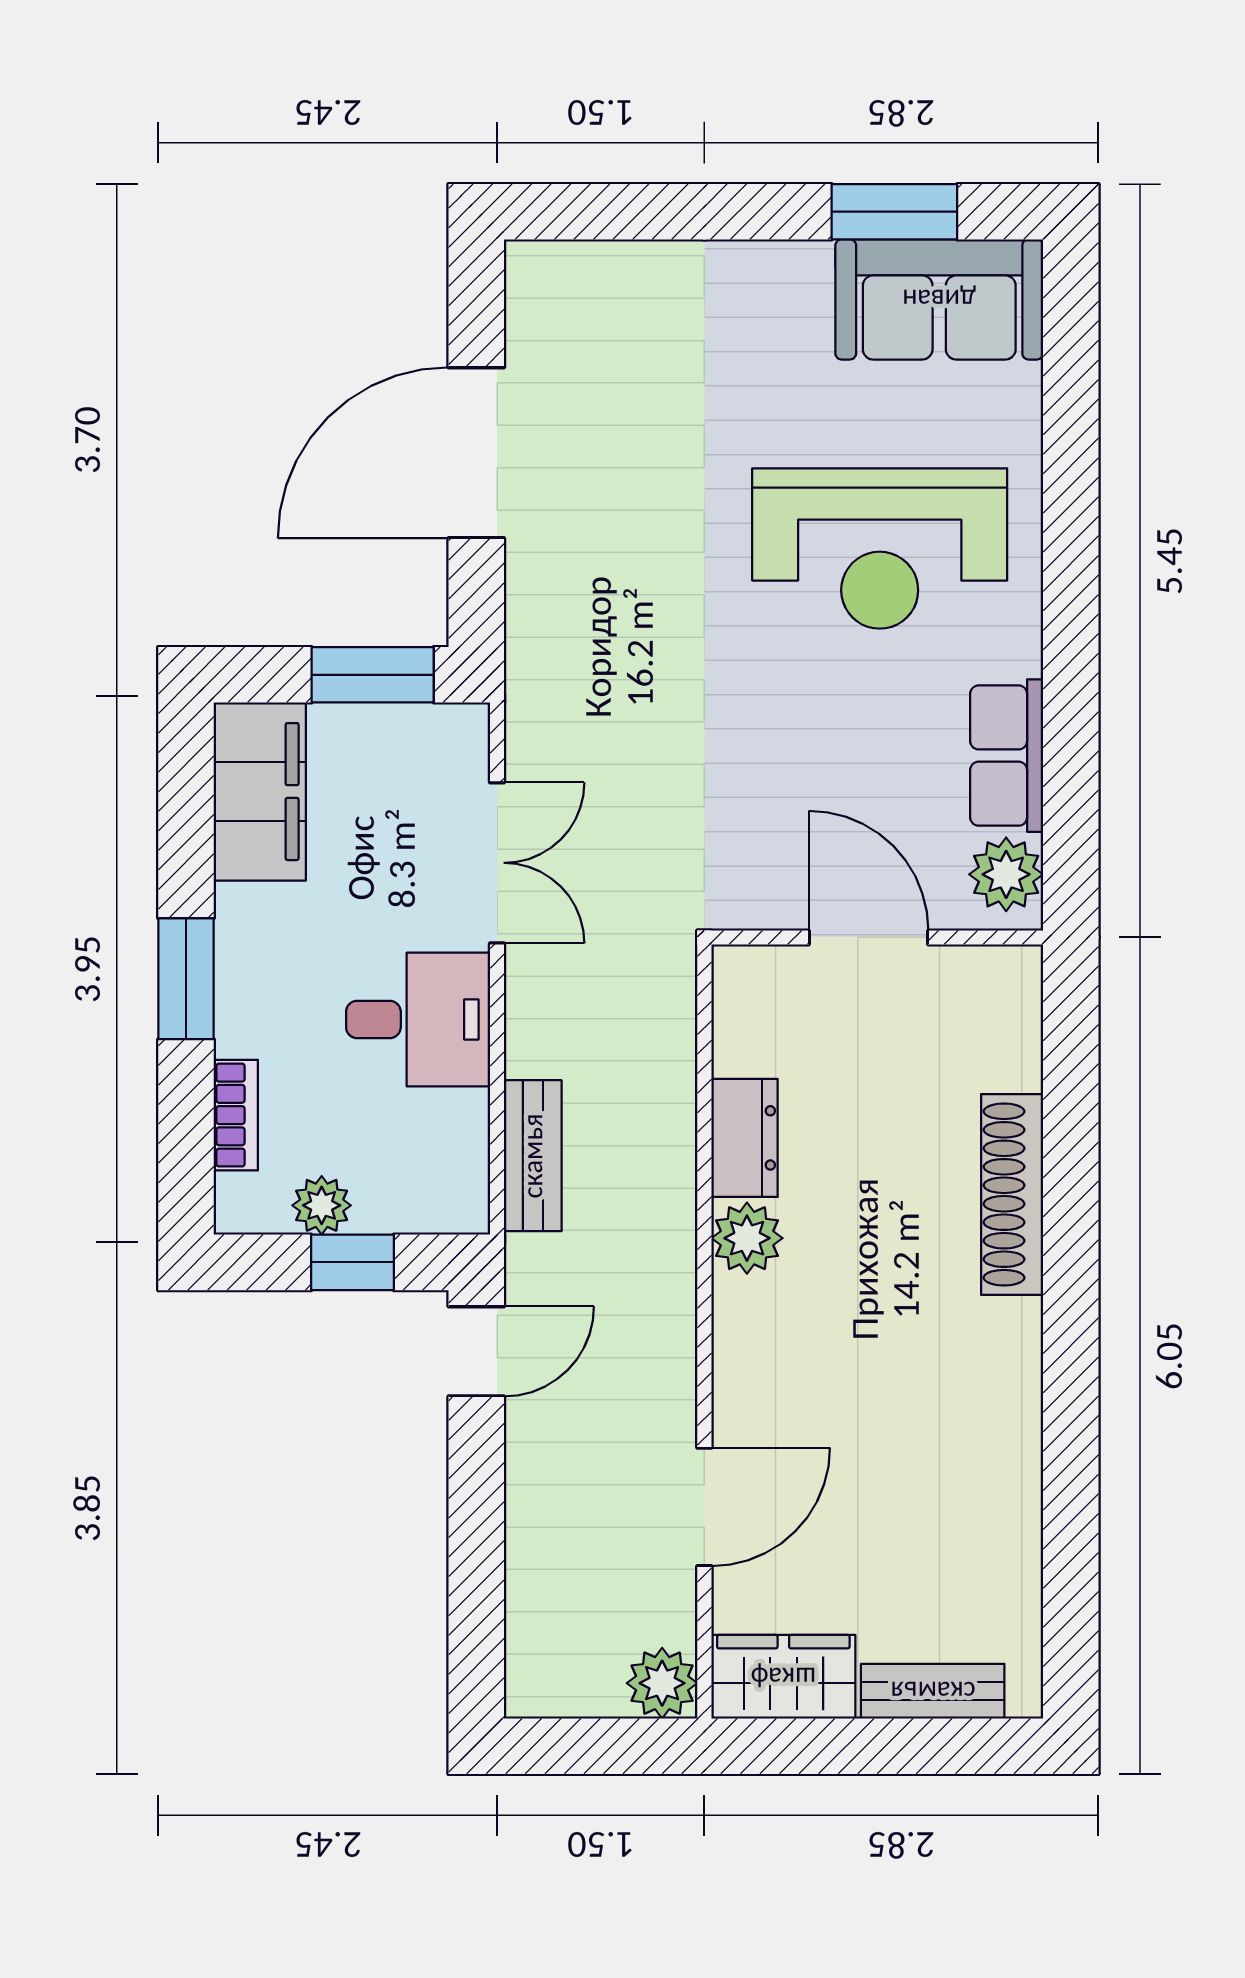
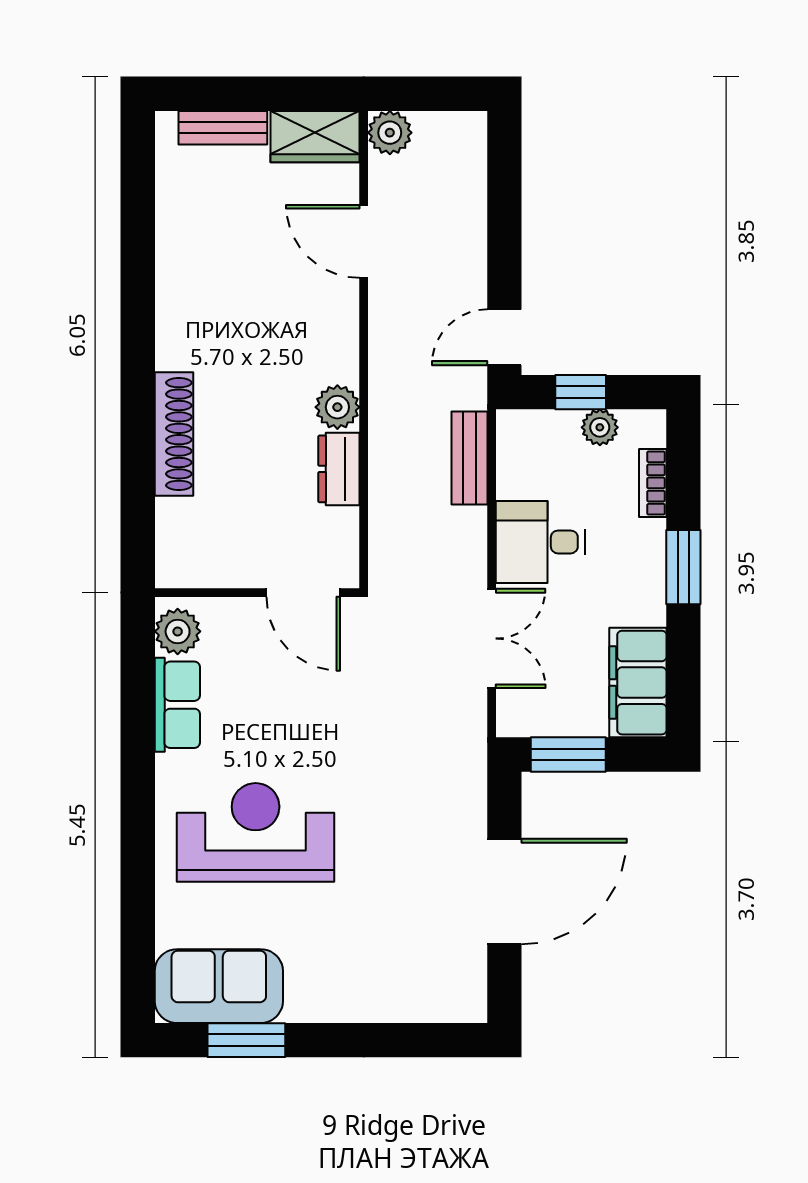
double door: (497, 863) -> (492, 638), swing flipped
door: (868, 937) -> (303, 593), moved
door: (704, 1507) -> (364, 241), hinge flipped

